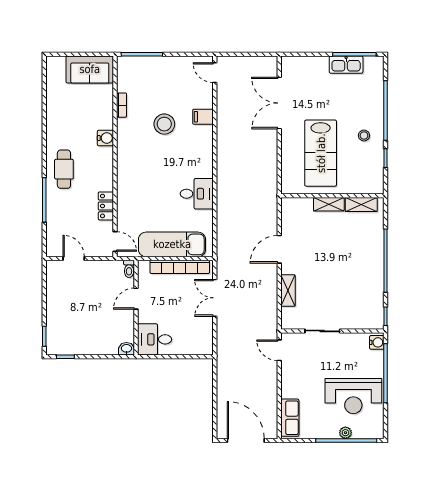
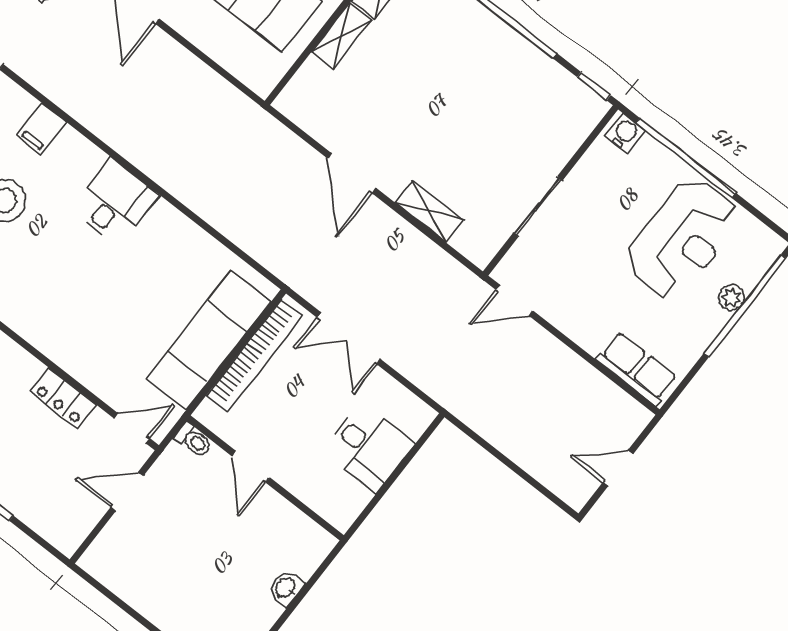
desk: (197, 194) -> (114, 202), moved
door: (74, 259) -> (127, 491), moved
desk: (155, 339) -> (368, 447), moved, turned -90
washbasin: (126, 349) -> (286, 588), moved
door: (246, 440) -> (618, 468), width x0.53

